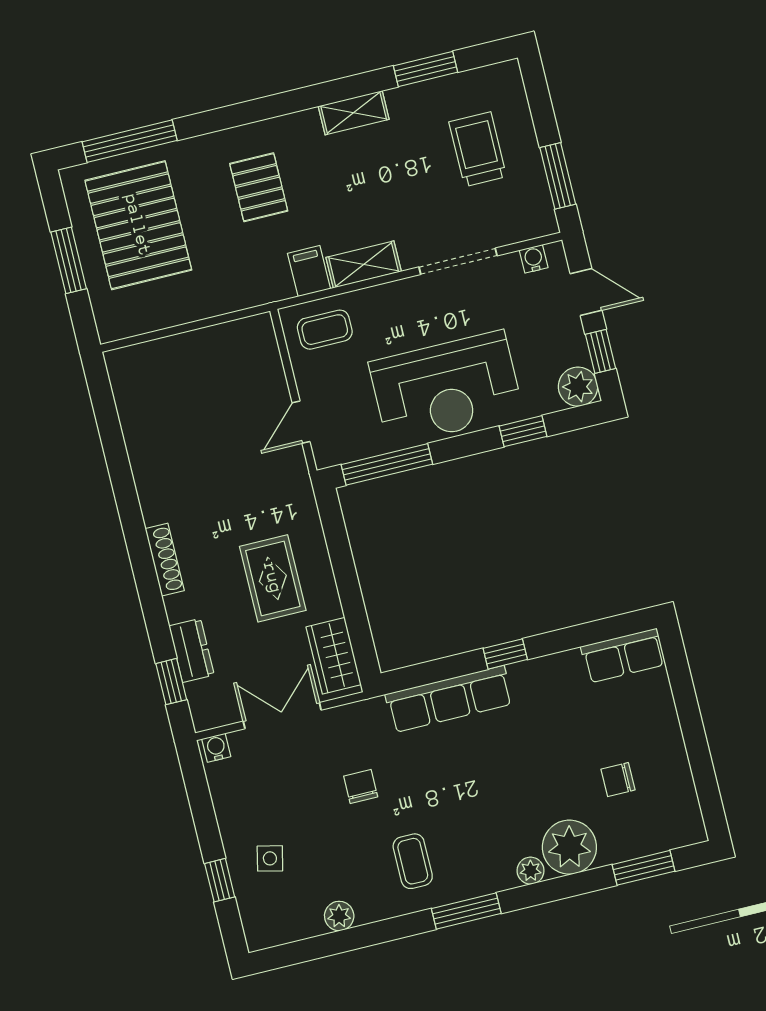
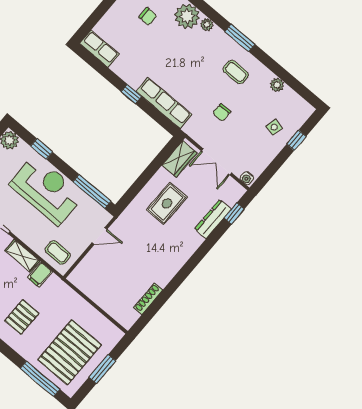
shoe rack: (165, 560) -> (148, 299), moved
dresser: (191, 650) -> (213, 219), width x1.44
coffee table: (413, 861) -> (236, 72), turned 90

